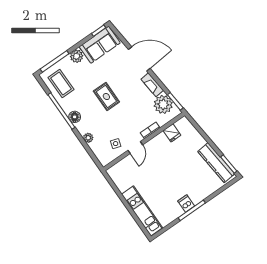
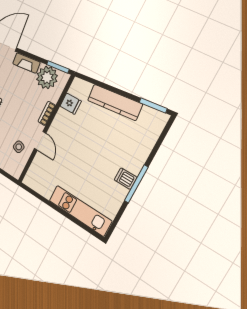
kitchen counter: (216, 163) -> (115, 102), moved

